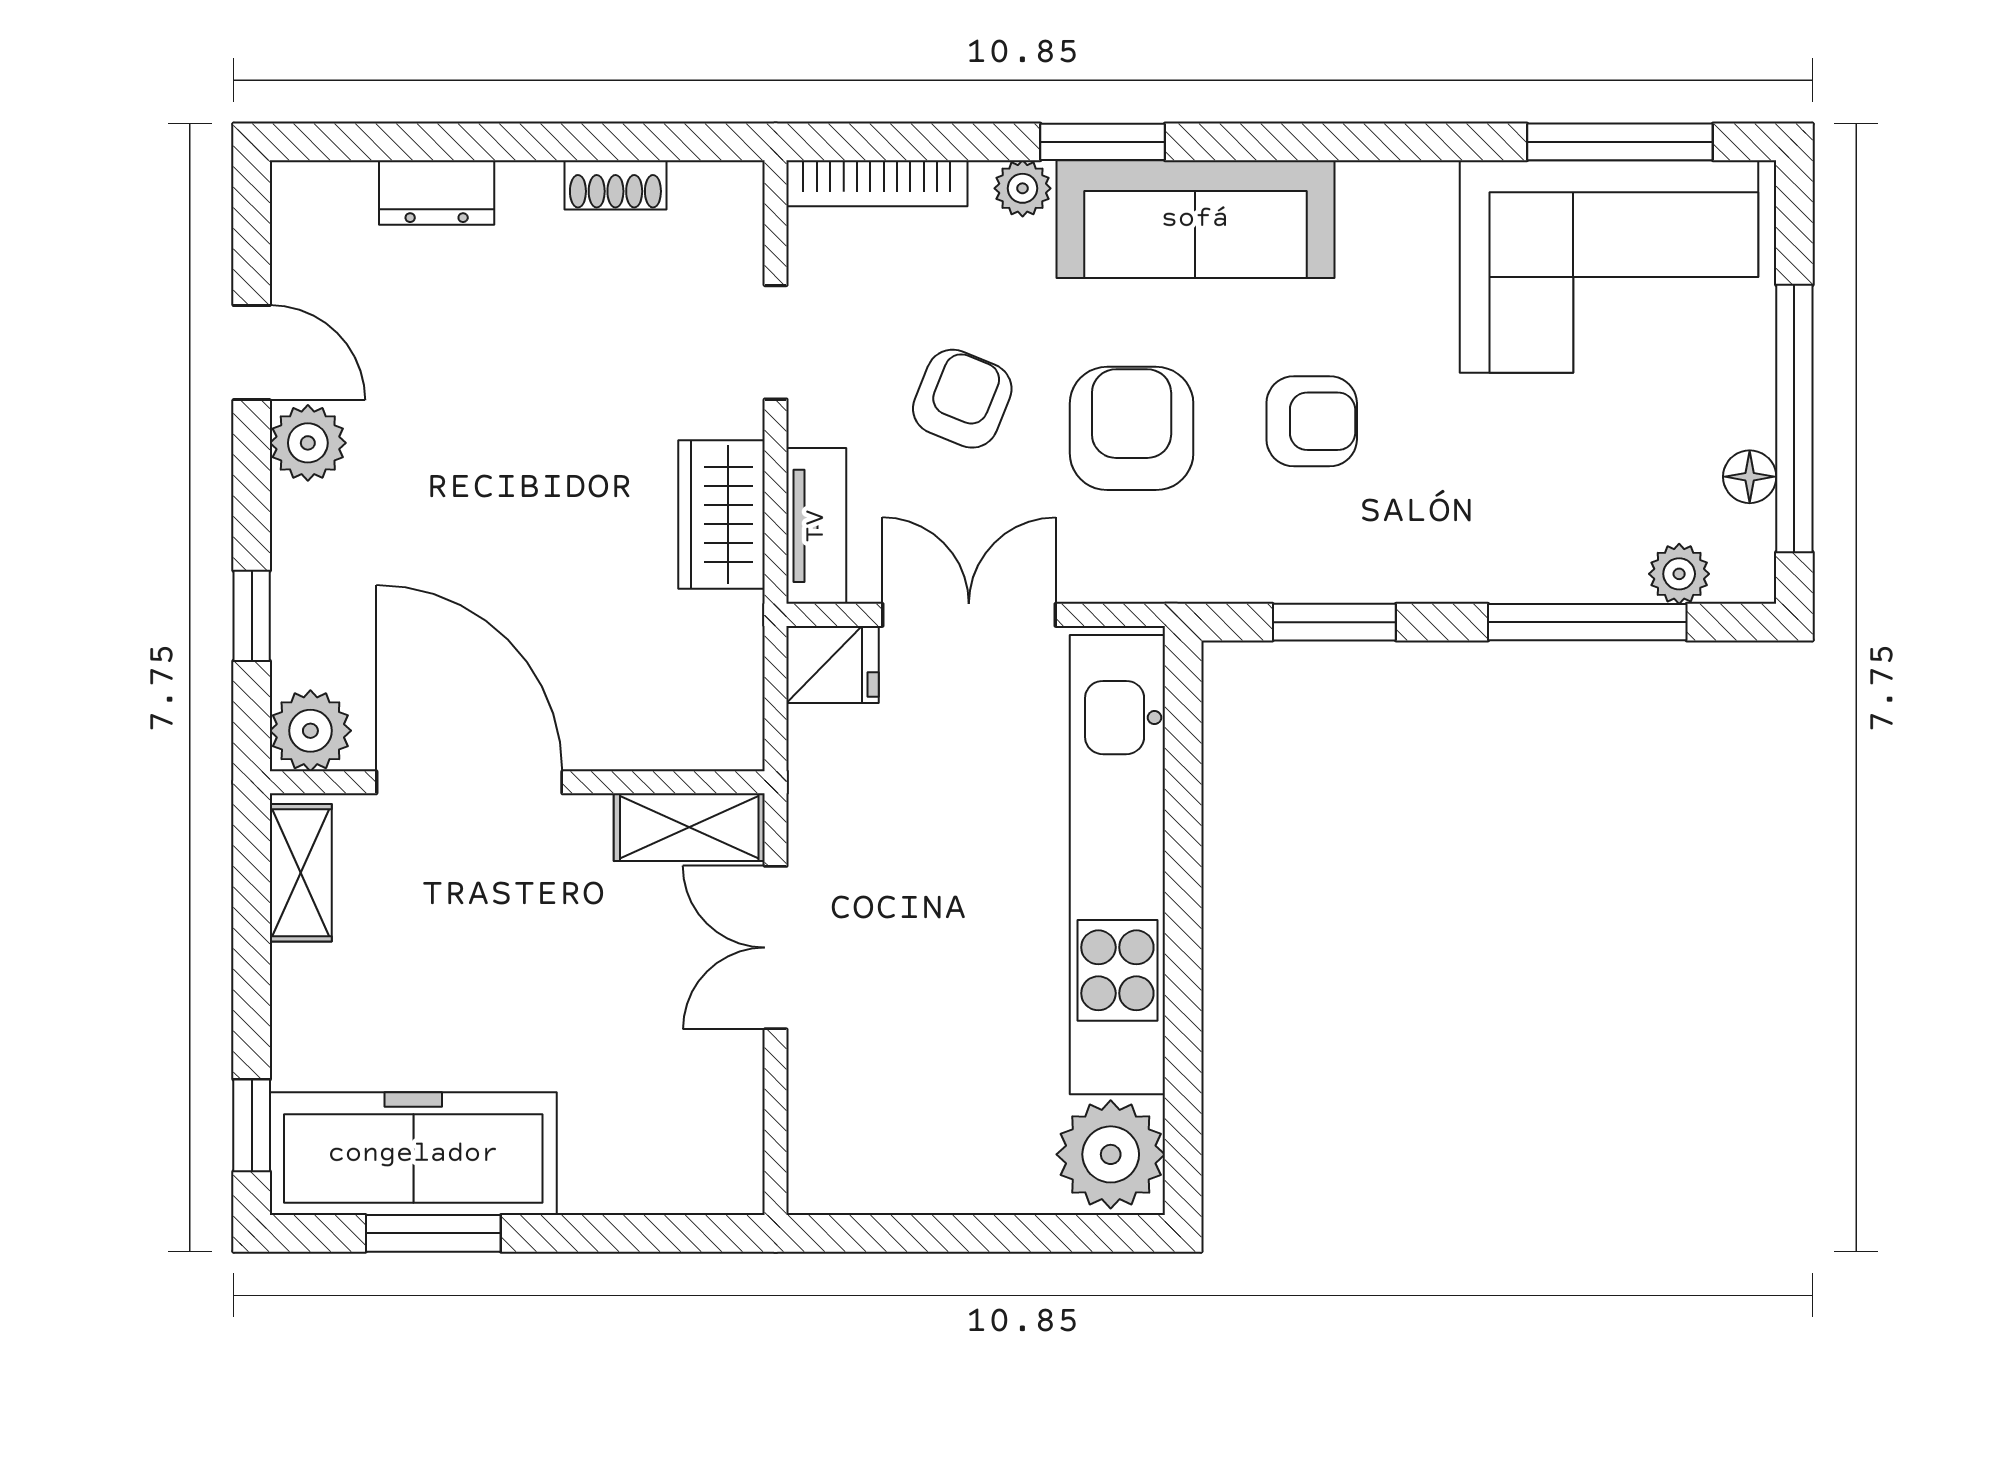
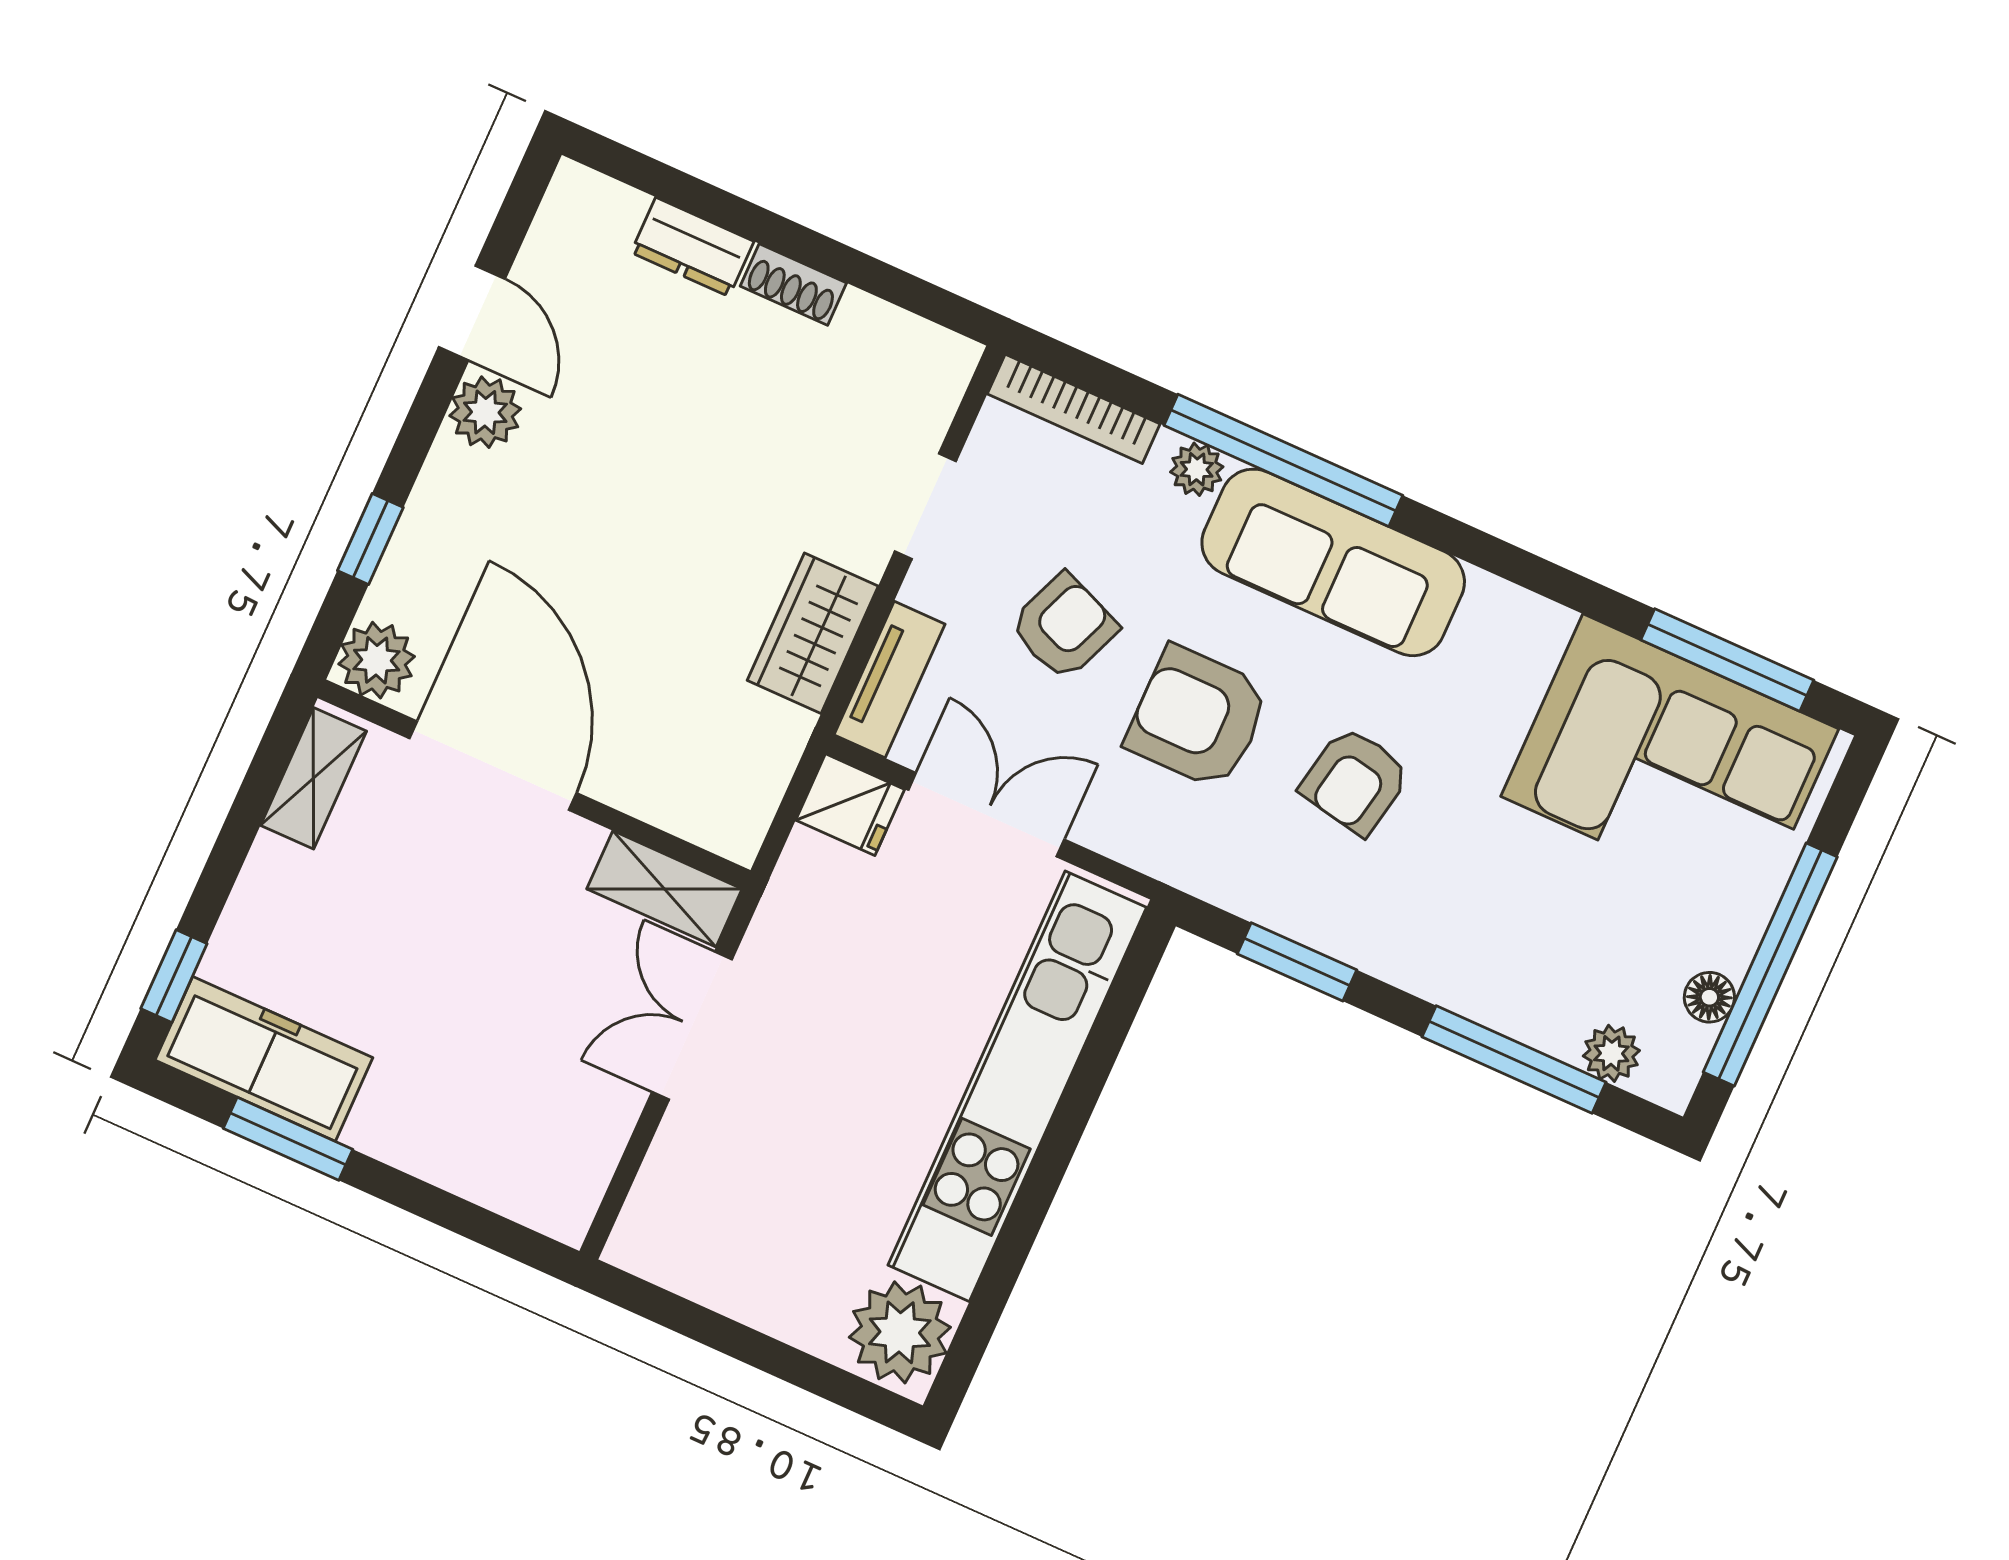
window: (1103, 142) -> (1283, 460), width x2.11
shoe rack: (615, 185) -> (793, 284), moved
armchair: (1312, 421) -> (1355, 781), turned 101
armchair: (1132, 428) -> (1198, 717), turned -90
freezer: (413, 1154) -> (264, 1059), width x0.73, depth x0.79

